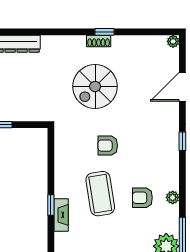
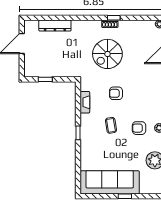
coffee table: (100, 194) -> (111, 125), width x0.54, depth x0.58
fireplace: (61, 215) -> (85, 102), moved

